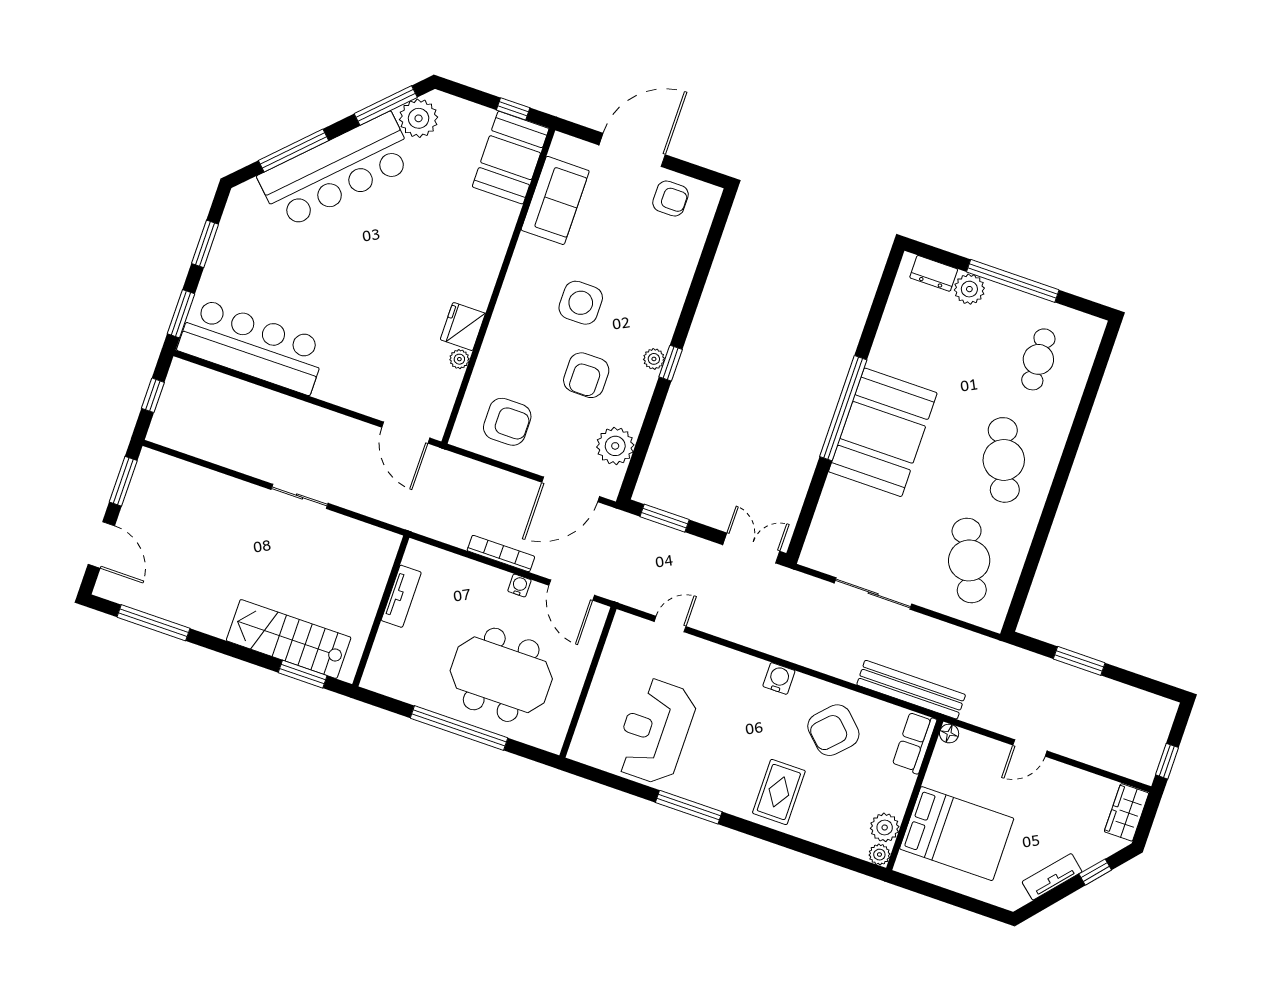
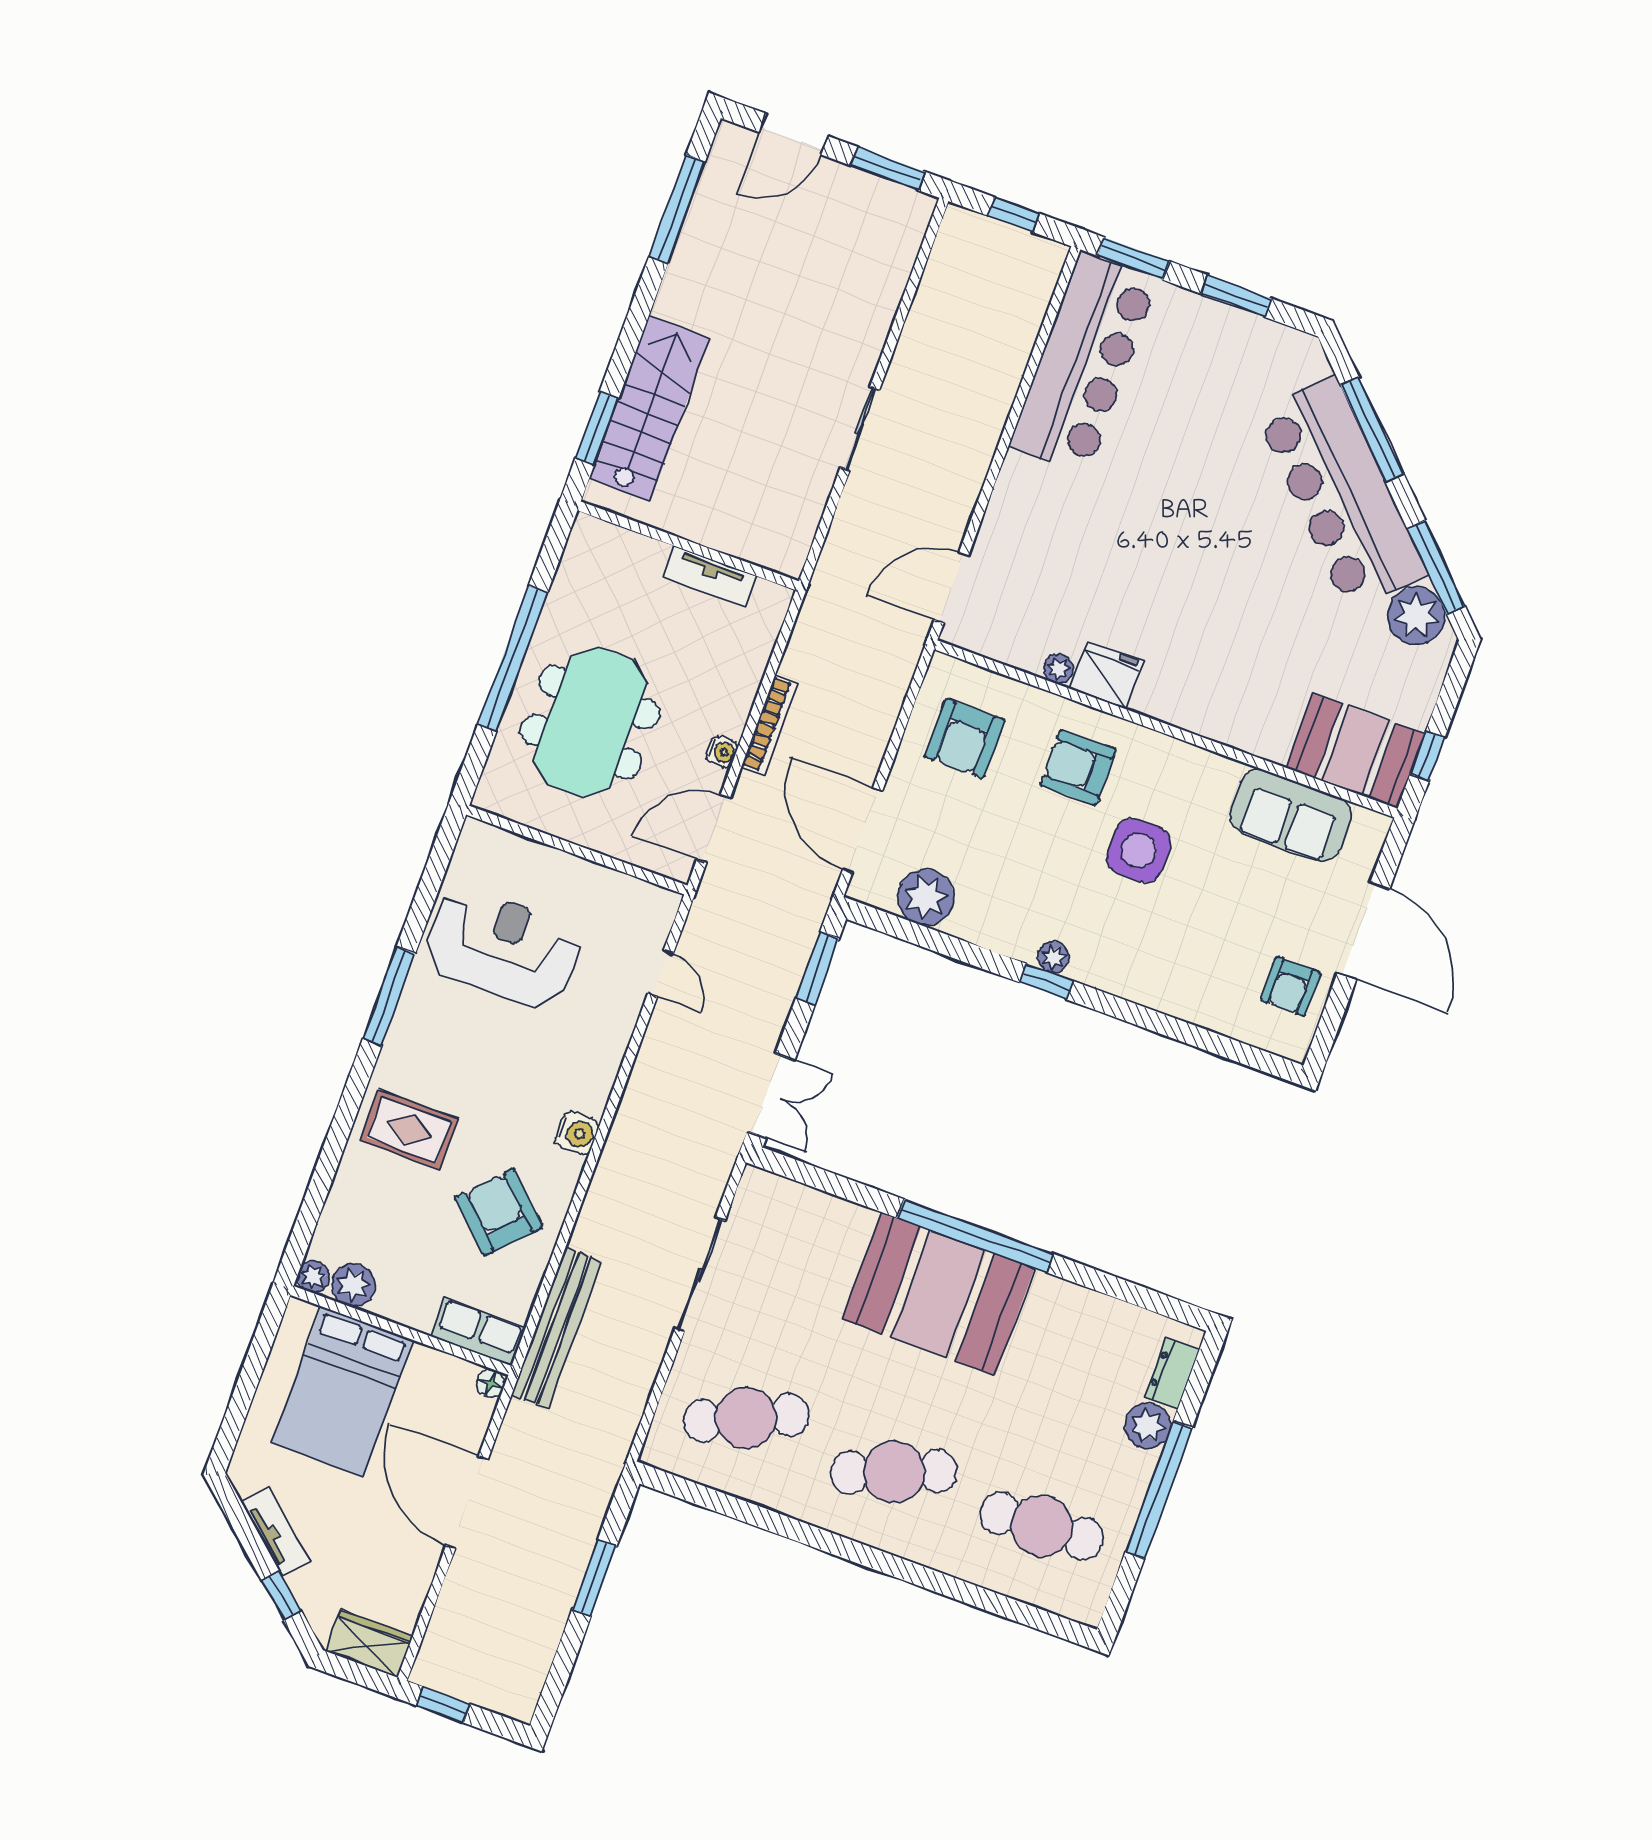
cafe table: (1038, 359) -> (1042, 1526), width x1.37, depth x1.35
armchair: (586, 375) -> (1078, 767), moved
door: (1030, 748) -> (467, 1502), width x1.87

